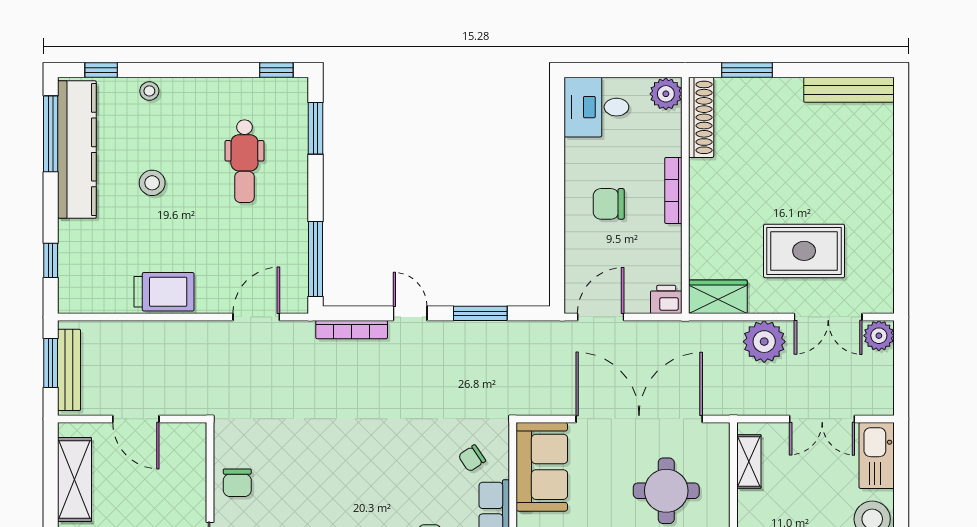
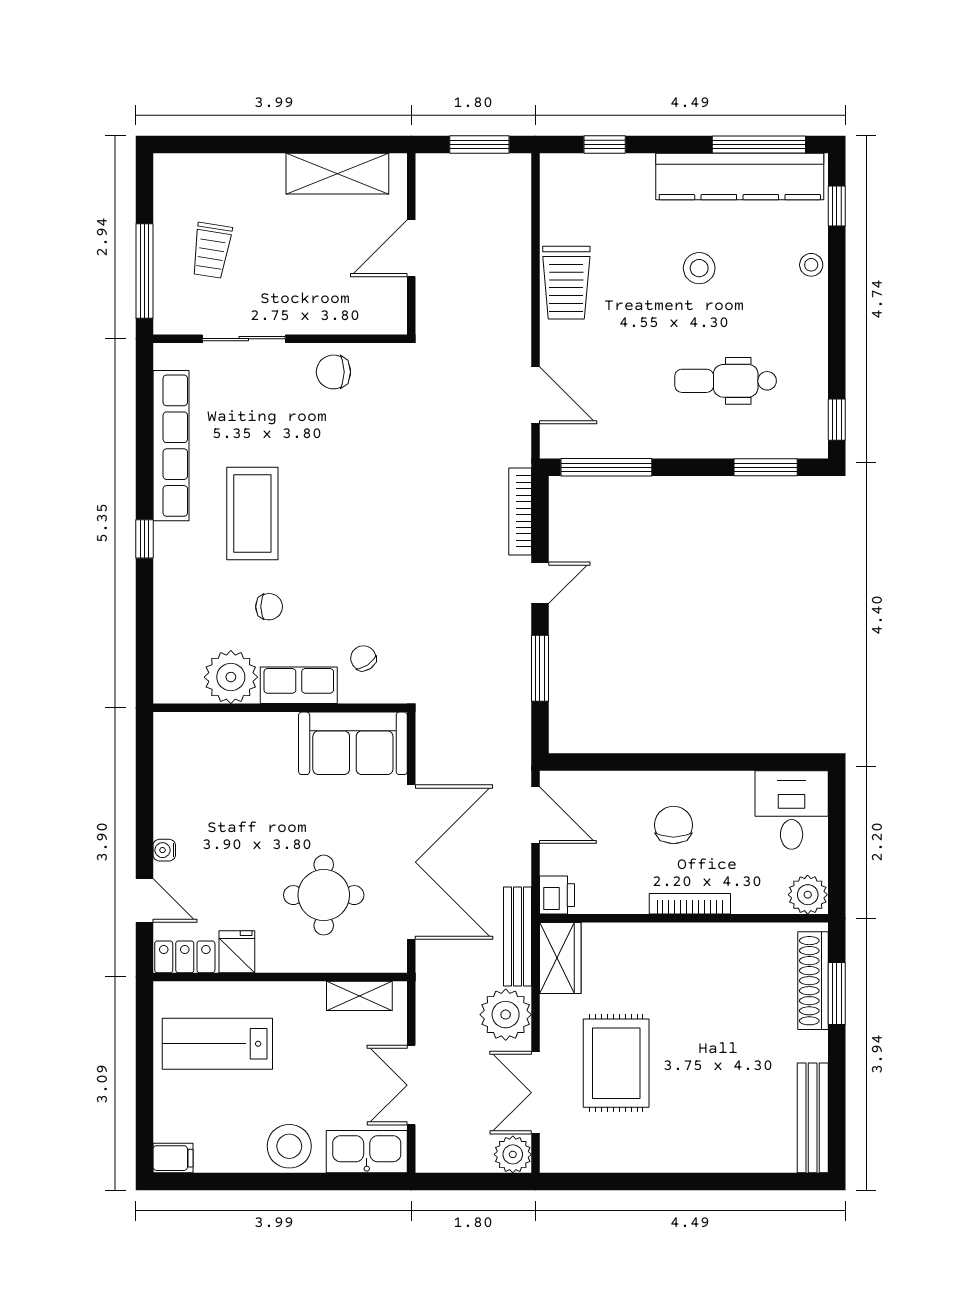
shoe rack: (701, 117) -> (813, 981), moved, turned 90
bench: (69, 370) -> (517, 936), moved, turned 90

